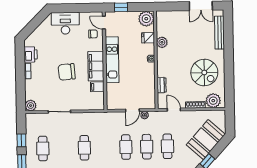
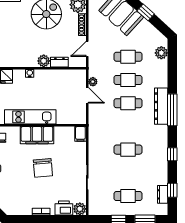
plant: (162, 42) -> (44, 61), moved
printer: (31, 55) -> (64, 208), moved
filing cabinet: (97, 87) -> (80, 134), moved

